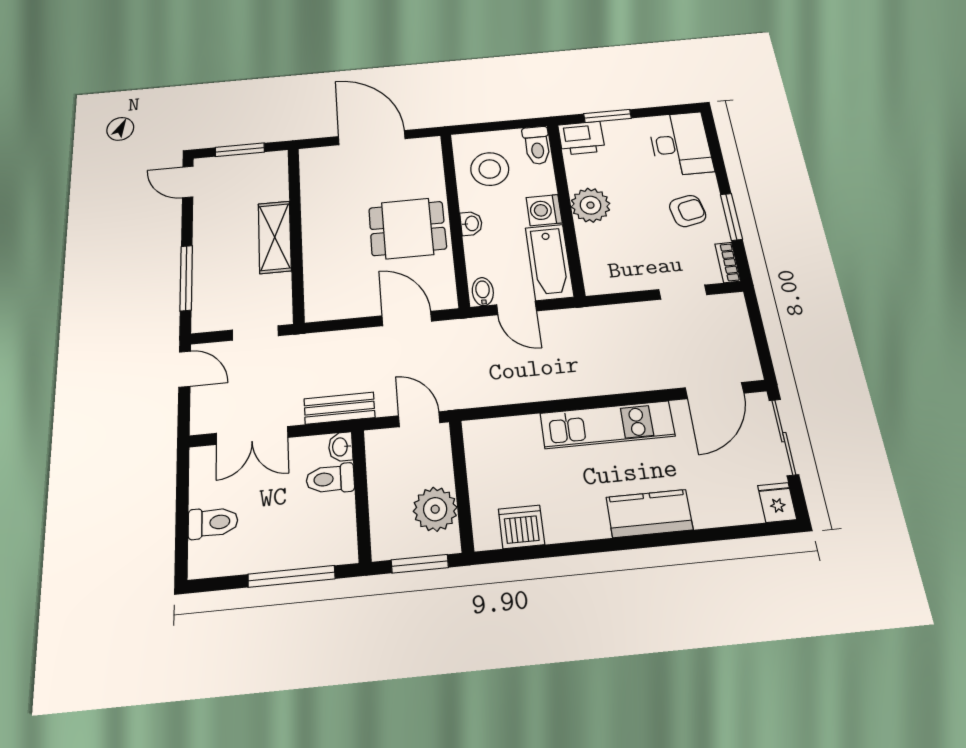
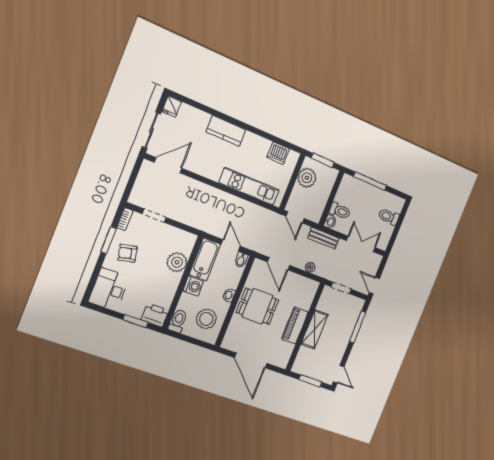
plant: (590, 205) -> (177, 262), moved
piano: (318, 227) -> (295, 325), added
plant: (340, 341) -> (310, 267), added
kitchen unit: (607, 425) -> (249, 186), moved

